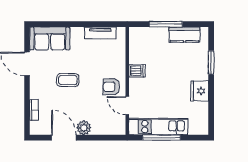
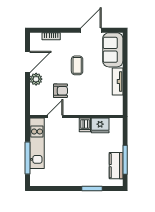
window: (166, 24) -> (125, 160), moved
tv unit: (100, 33) -> (118, 81), moved
armchair: (111, 87) -> (60, 91), moved, turned 90
fridge: (200, 91) -> (100, 125), moved, turned 180
window: (161, 138) -> (27, 158), moved

